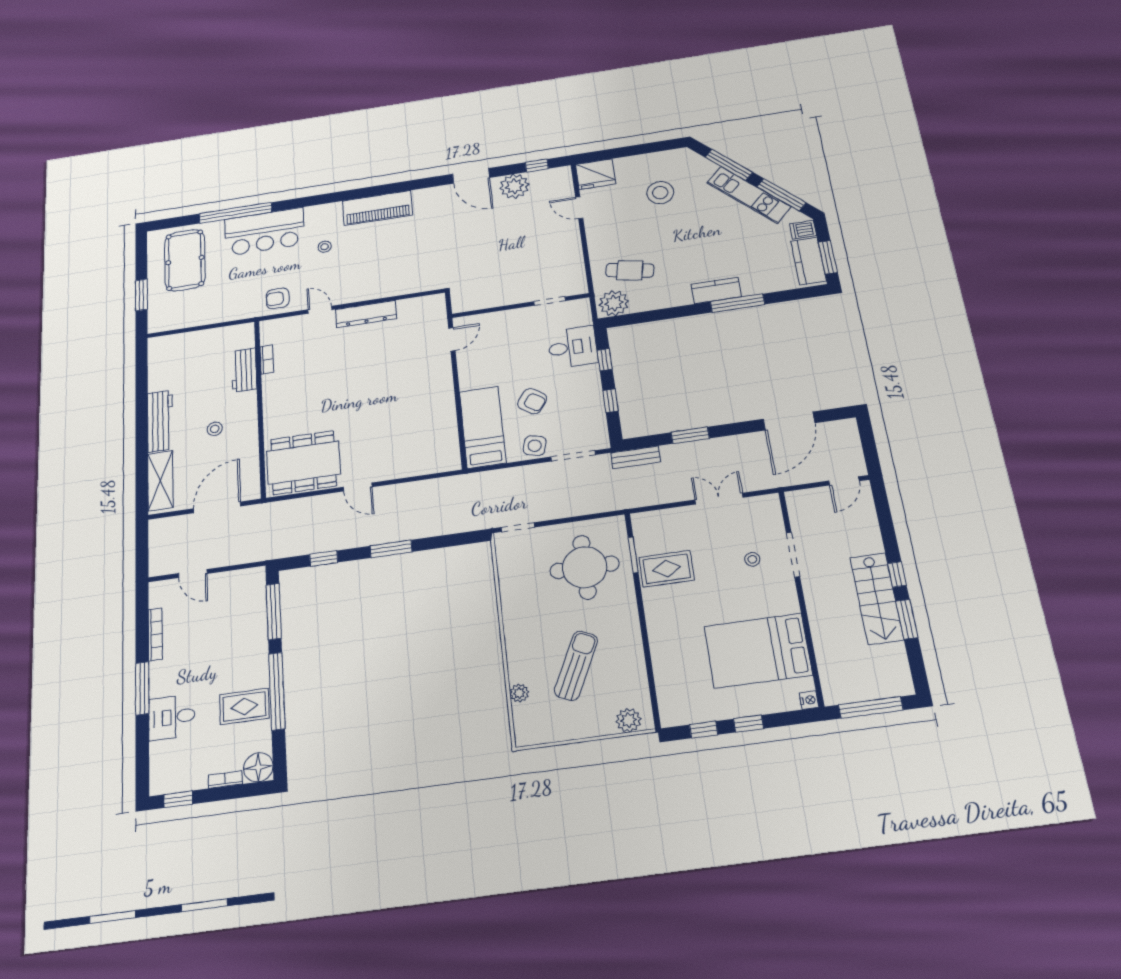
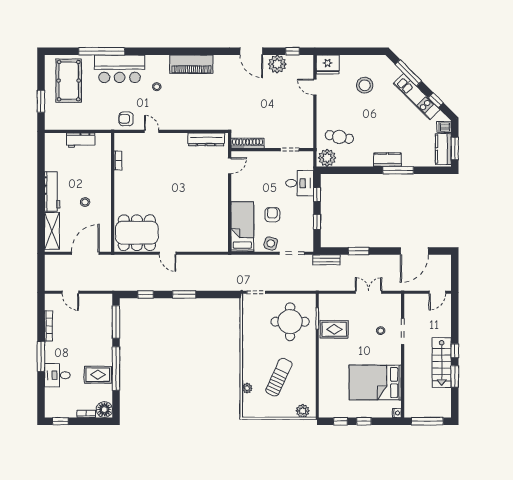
window: (781, 195) -> (436, 100), width x0.46
shoe rack: (478, 302) -> (248, 143), added
dresser: (366, 314) -> (206, 139), moved
workbench: (244, 370) -> (81, 140), moved, turned -90
armchair: (532, 401) -> (272, 215), turned -125

